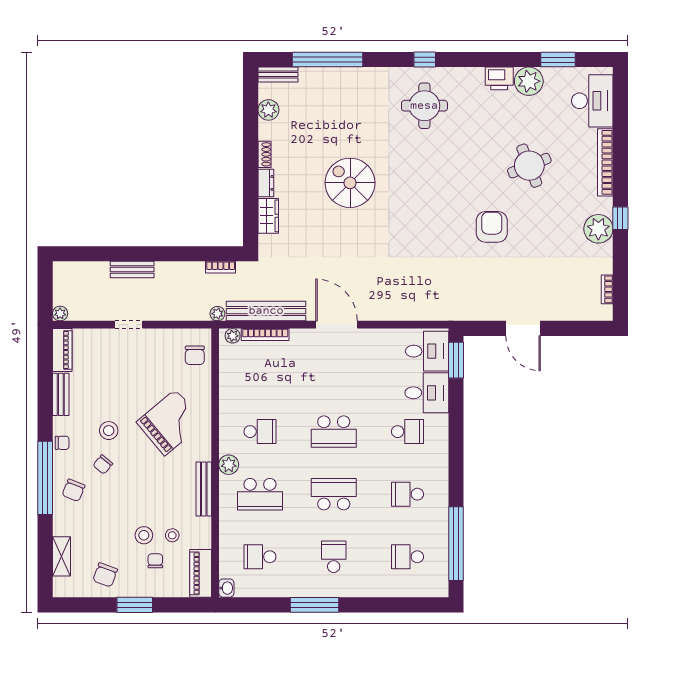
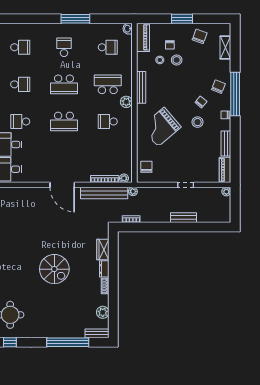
school desk: (334, 432) -> (64, 121), turned 180
school desk: (334, 557) -> (64, 47), turned 180

